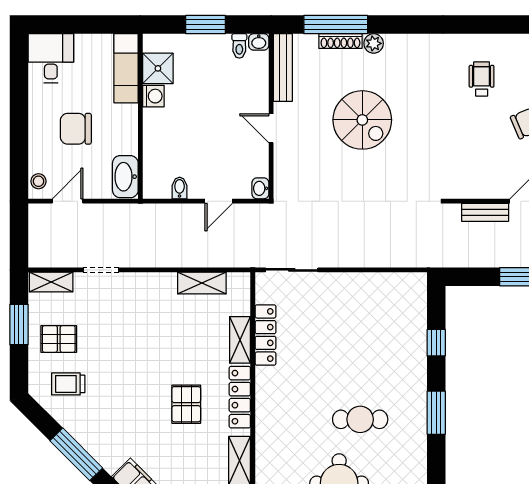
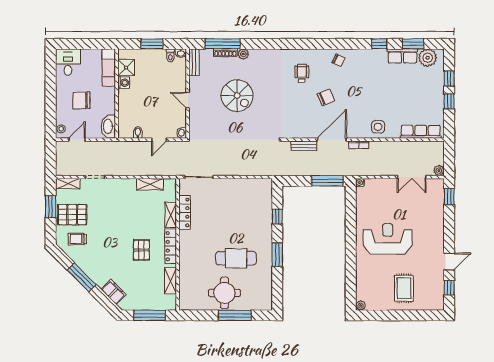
bench: (283, 67) -> (194, 62), width x0.73
pallet: (59, 339) -> (72, 215), width x1.50, depth x1.42
cafe table: (360, 419) -> (236, 258), width x1.37, depth x1.35

